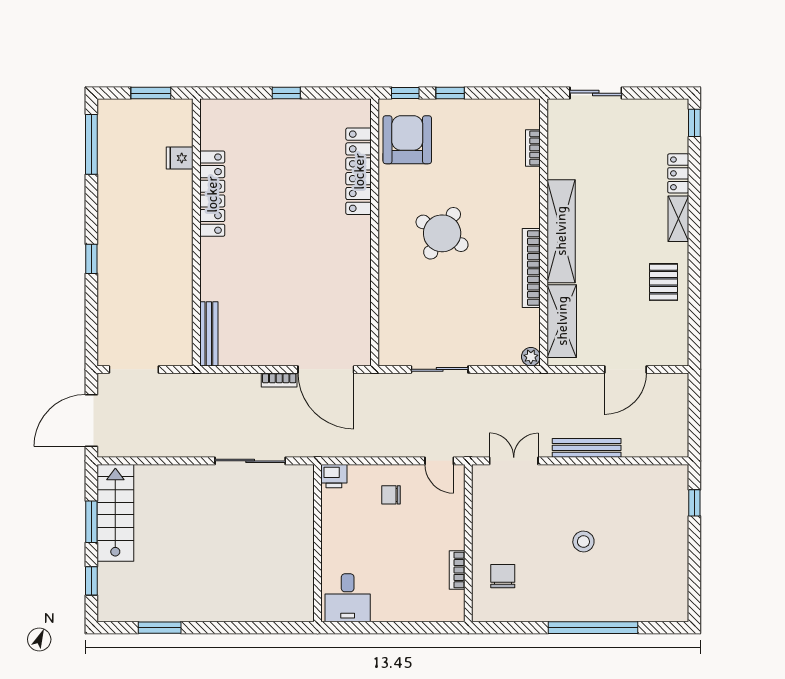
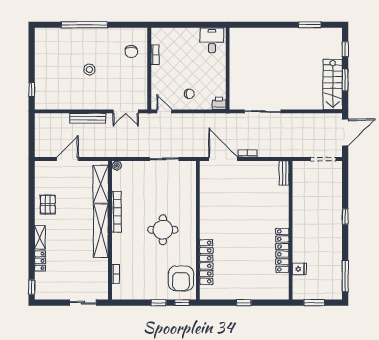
round table: (442, 233) -> (163, 230), turned -31
bench: (209, 334) -> (284, 173), width x0.73

